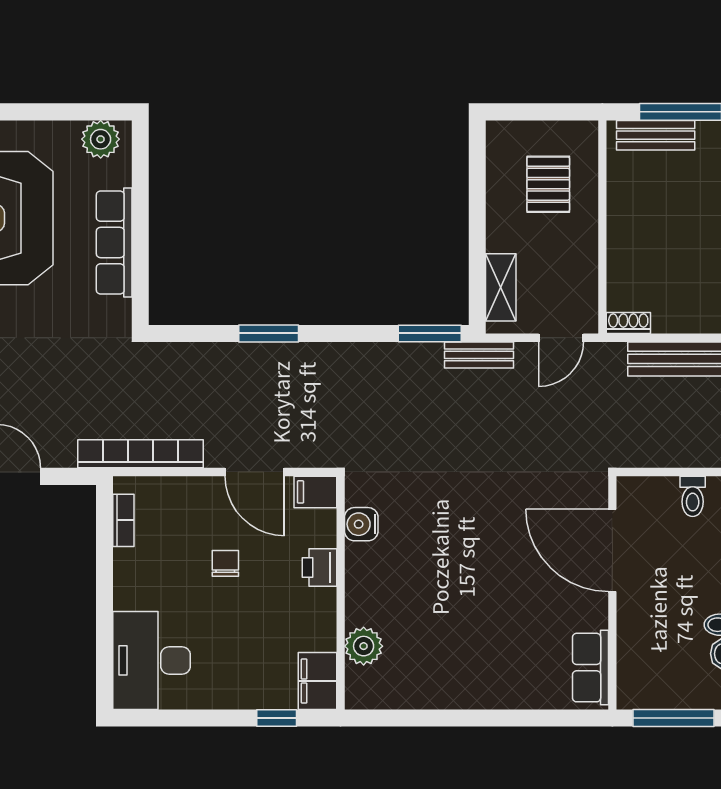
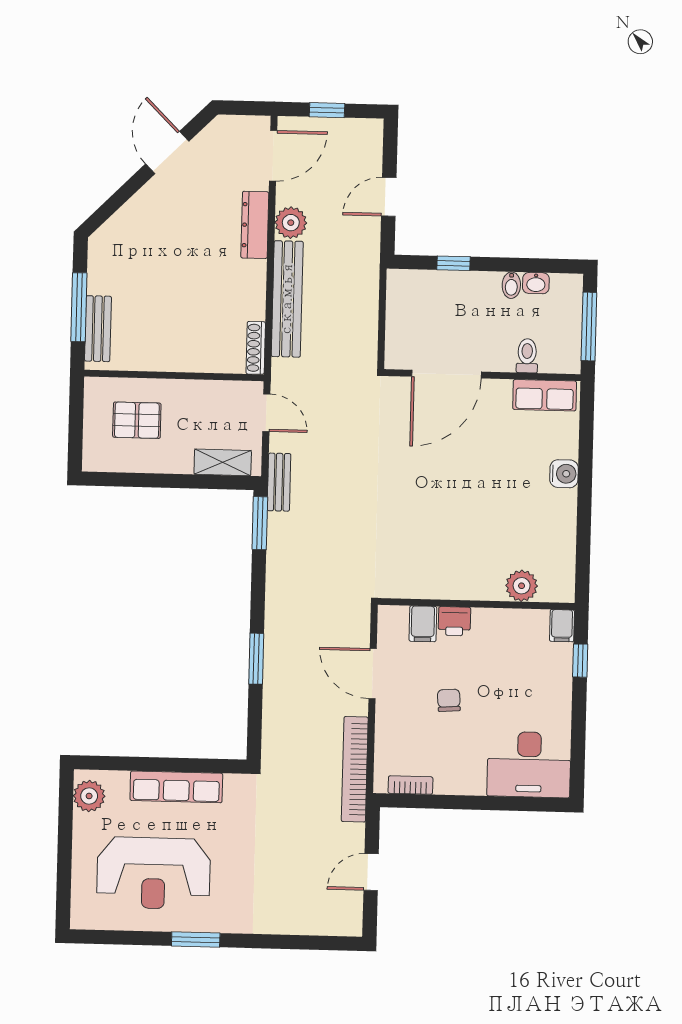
shoe rack: (628, 323) -> (256, 348), width x1.43
door: (255, 472) -> (373, 674), swing flipped
filing cabinet: (315, 492) -> (423, 624), moved
toilet: (693, 496) -> (527, 356), moved, turned -90
water cooler: (361, 524) -> (564, 474), moved, turned -90
chair: (225, 563) -> (449, 700), turned 86
filing cabinet: (317, 681) -> (562, 626), width x0.50

